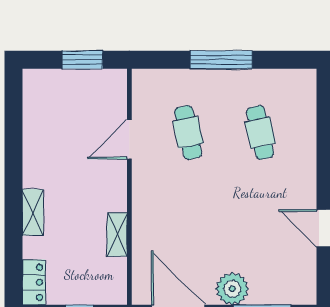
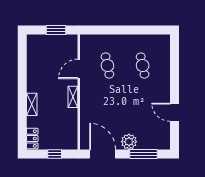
window: (221, 60) -> (124, 30), removed
shelving: (117, 234) -> (73, 97), moved

